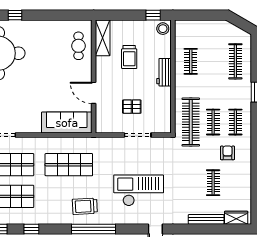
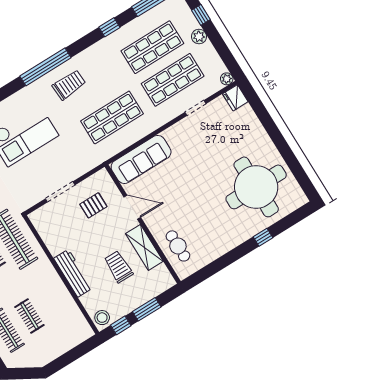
window: (128, 15) -> (147, 309), added
shelving: (103, 38) -> (144, 247), moved
clothes rail: (191, 61) -> (29, 316), moved
workbench: (164, 72) -> (73, 273), width x1.38
pallet: (132, 107) -> (93, 205), moved

